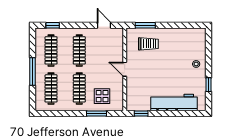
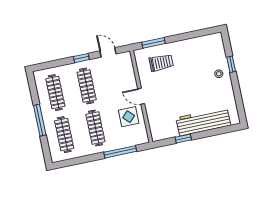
window: (53, 25) -> (81, 58), moved
window: (209, 85) -> (231, 64), moved
display table: (102, 96) -> (129, 117), moved
window: (96, 114) -> (120, 152), width x1.44
window: (141, 114) -> (183, 139), moved

